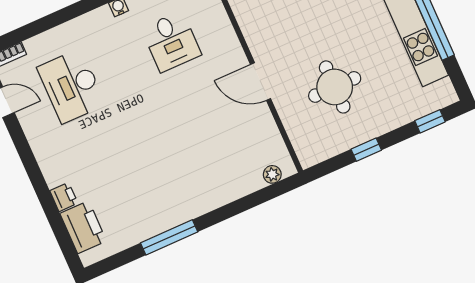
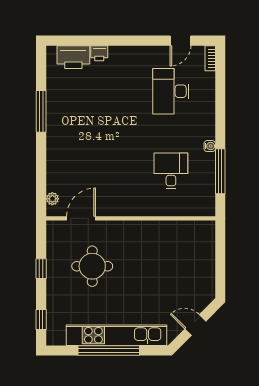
desk: (171, 42) -> (171, 171), turned 90
door: (261, 81) -> (81, 218), moved
desk: (71, 86) -> (171, 91), turned -90

